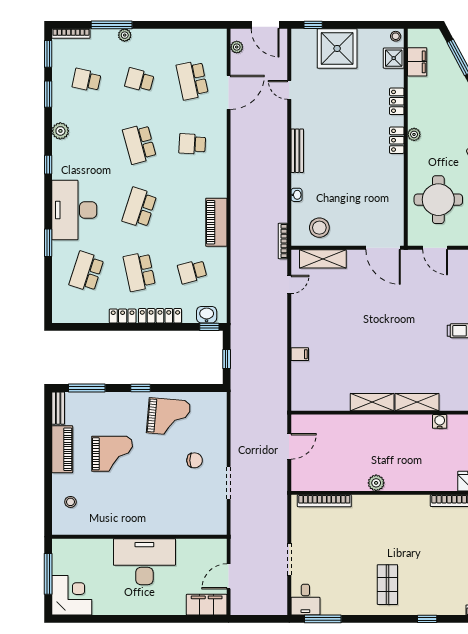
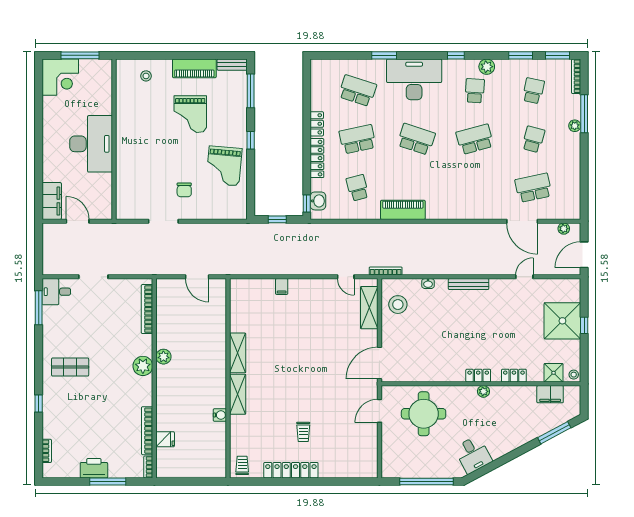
window: (313, 25) -> (584, 325), moved
school desk: (192, 144) -> (475, 91), moved
plant: (386, 505) -> (143, 366), added

